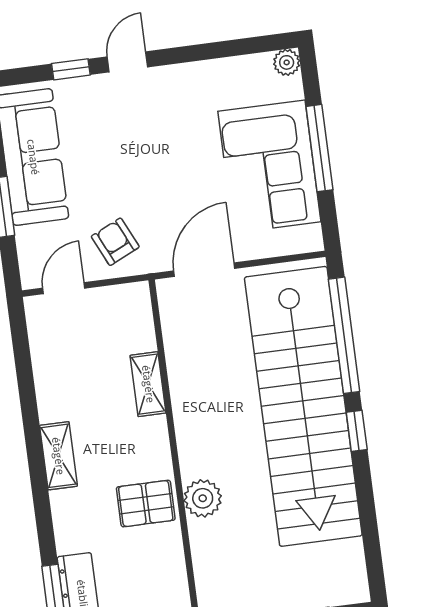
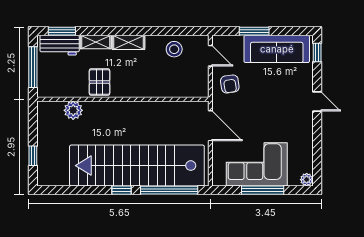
window: (71, 69) -> (317, 53), moved
armchair: (115, 242) -> (230, 84), turned 107
stool: (60, 363) -> (174, 49), added
shelving: (148, 384) -> (96, 42), moved
plant: (203, 498) -> (73, 110), moved

